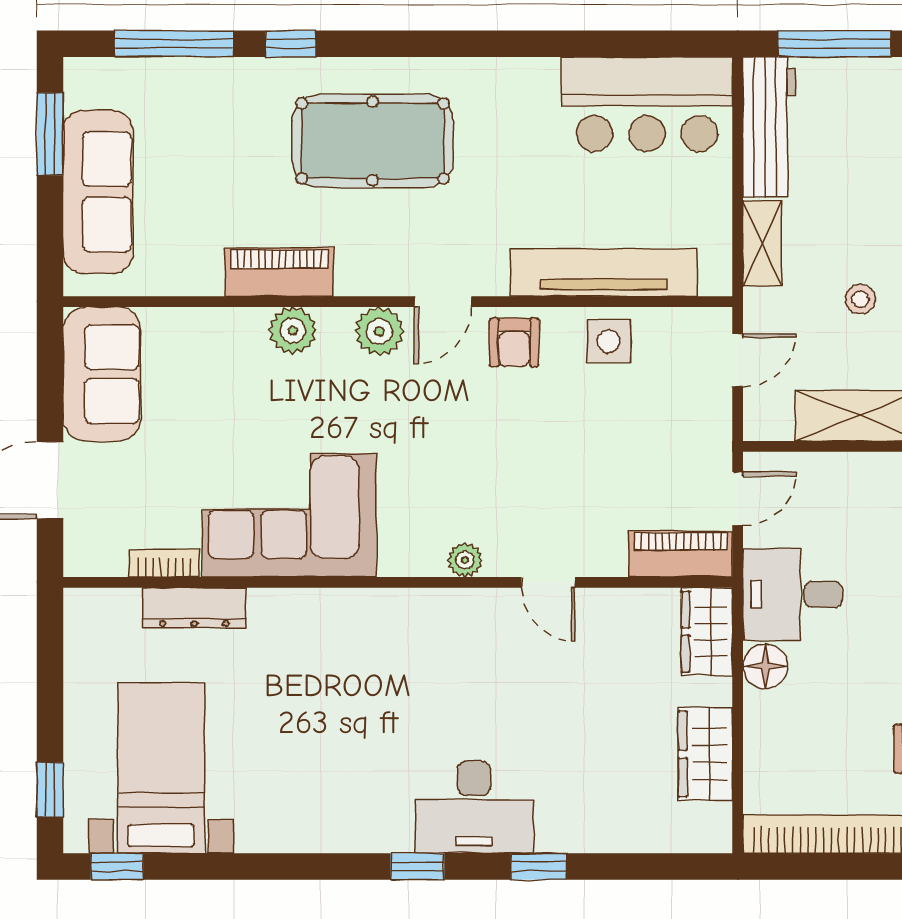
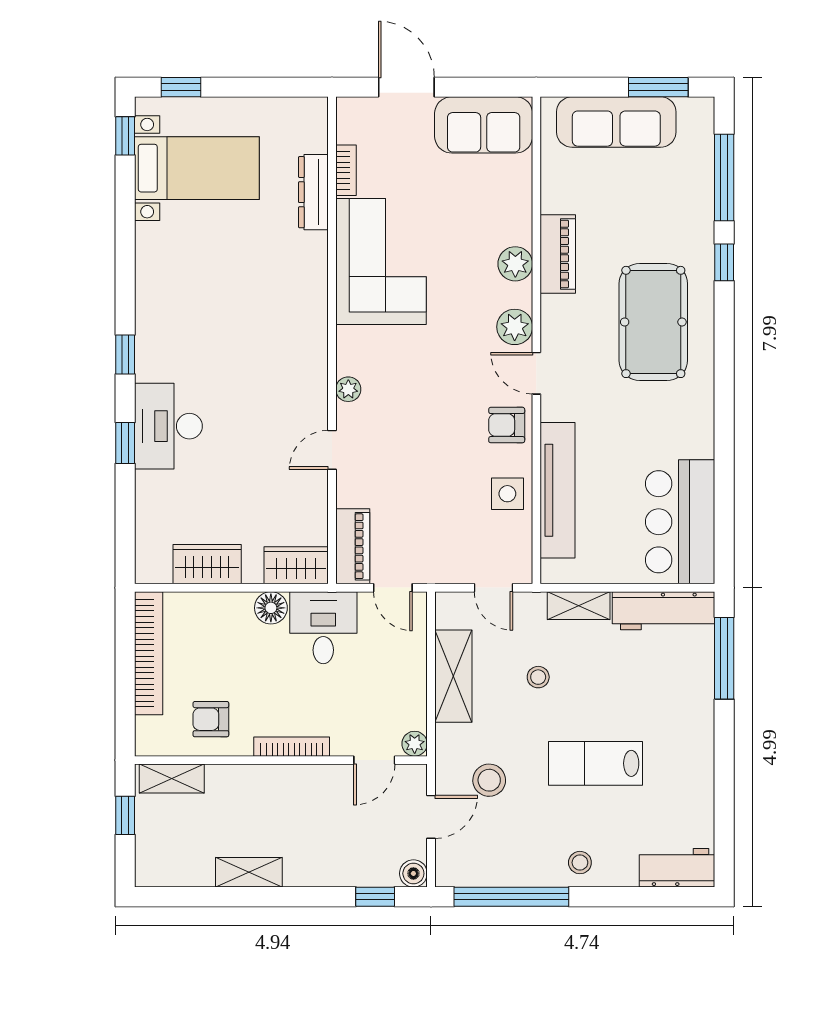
desk: (474, 807) -> (168, 426), moved

